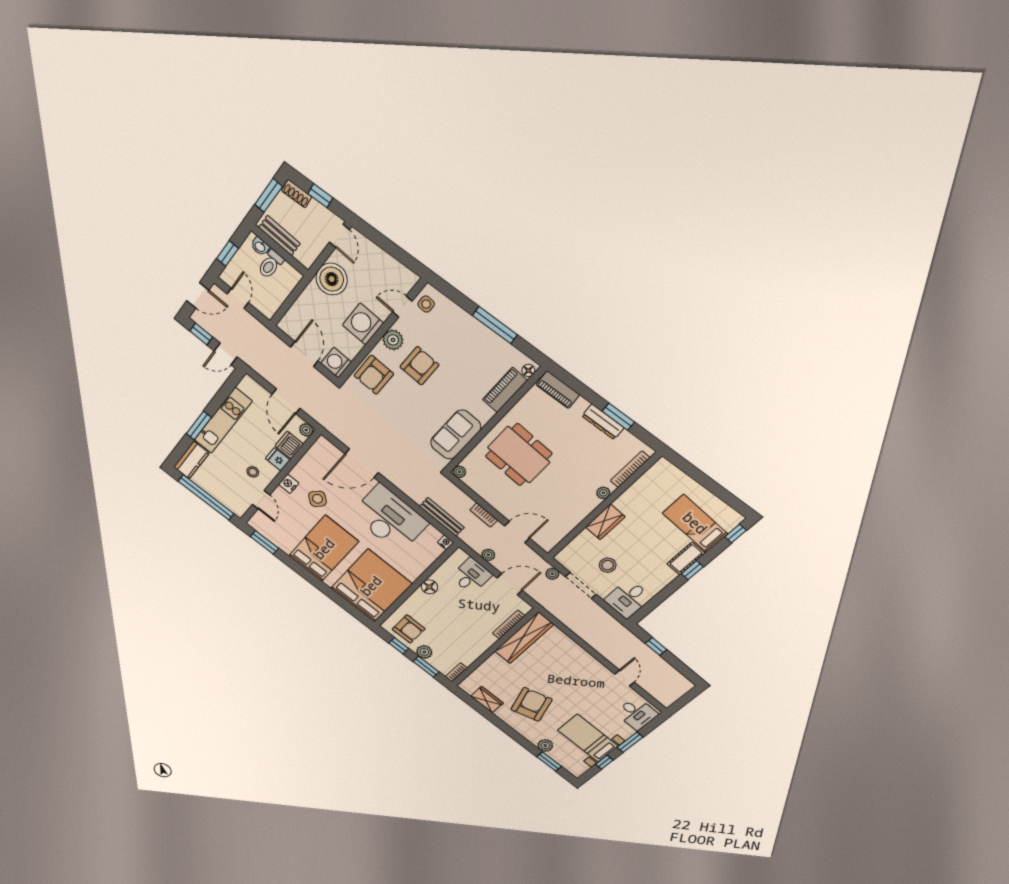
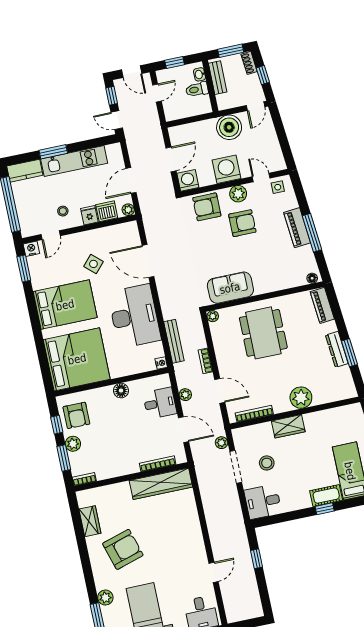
piano: (505, 390) -> (297, 228), moved, turned -95
bookcase: (630, 469) -> (254, 414), moved
nightstand: (289, 484) -> (31, 249), moved
plant: (603, 493) -> (301, 398), width x1.87, depth x1.87

